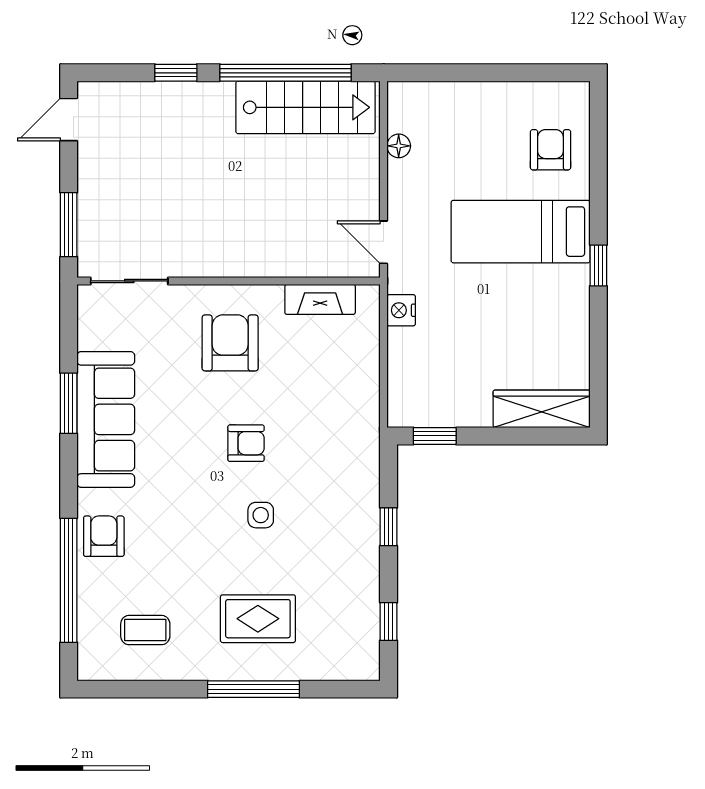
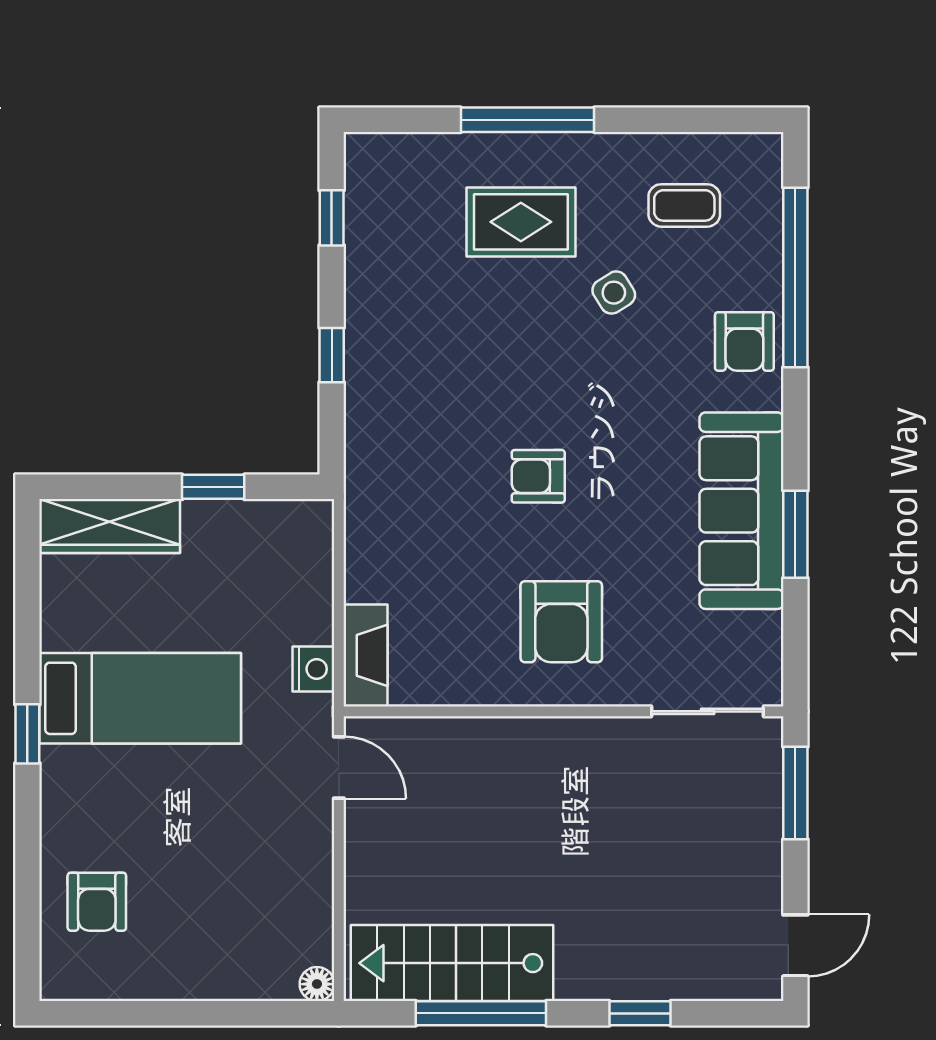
window: (286, 73) -> (481, 1013), width x0.68
floor lamp: (399, 146) -> (317, 984), moved
bed: (521, 232) -> (140, 698), moved
fireplace: (320, 299) -> (366, 655), moved, turned 90
window: (435, 436) -> (213, 487), moved
side table: (261, 515) -> (614, 293), moved, turned -32

